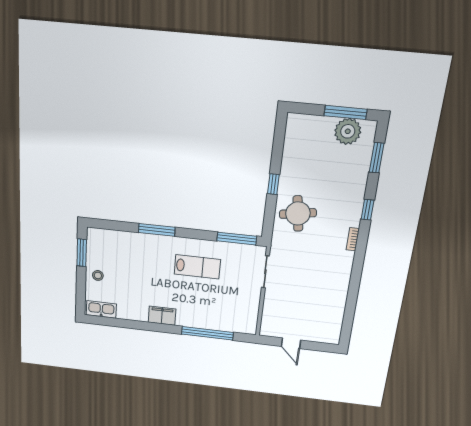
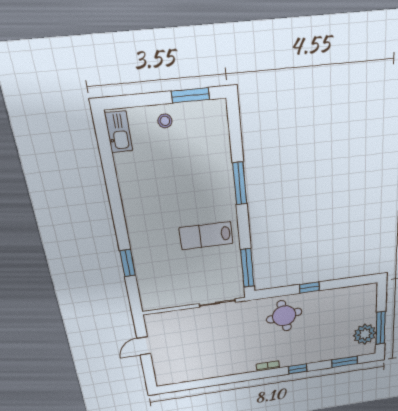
lab bench: (197, 267) -> (206, 236), turned 90
filing cabinet: (162, 316) -> (134, 209), removed
window: (207, 333) -> (128, 263), width x0.47

